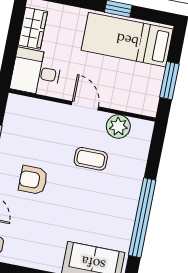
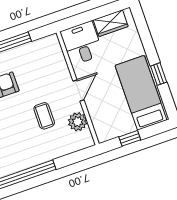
window: (169, 81) -> (130, 138), width x0.67

